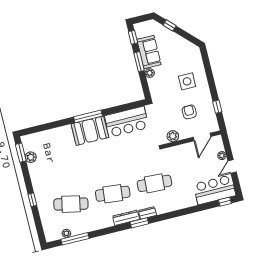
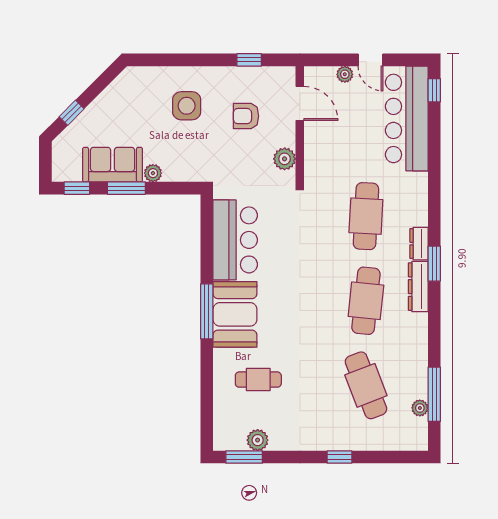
cafe table: (61, 150) -> (258, 380), added
bar counter: (215, 190) -> (407, 118), width x1.36
cafe table: (71, 204) -> (366, 385), turned -33

